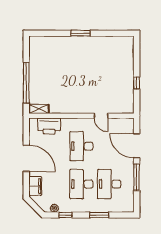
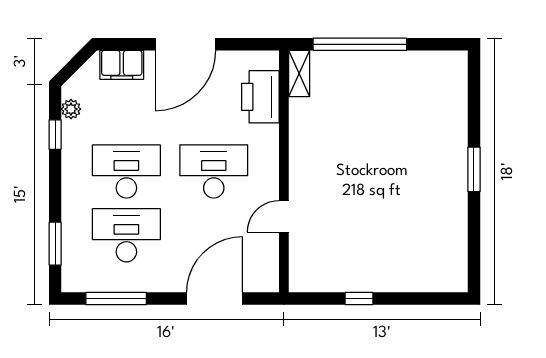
window: (137, 177) -> (116, 299), moved
window: (99, 215) -> (55, 244), moved

